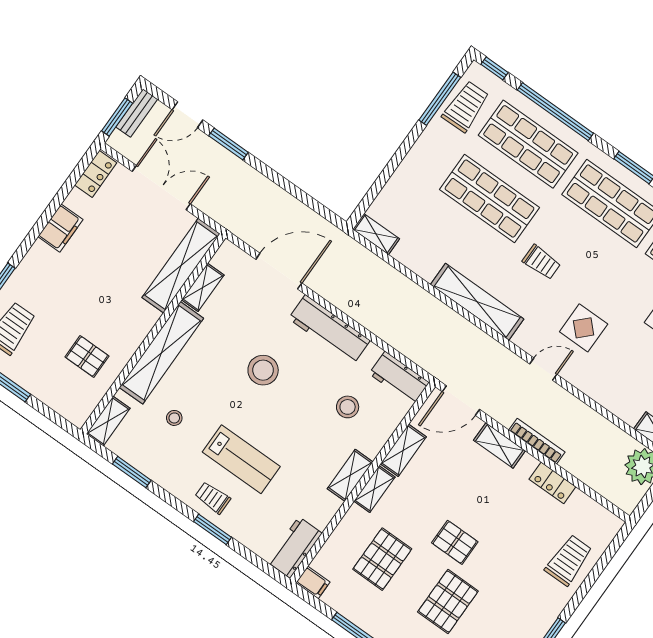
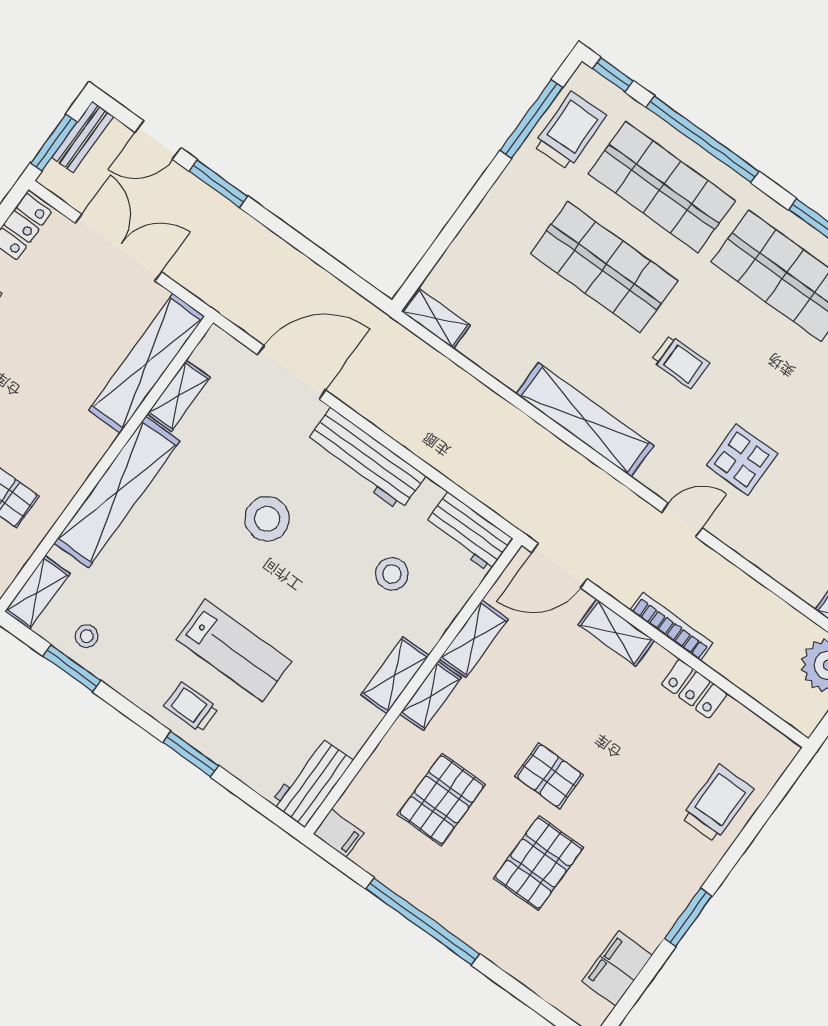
stool: (174, 418) -> (87, 636), moved

